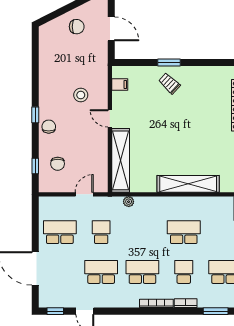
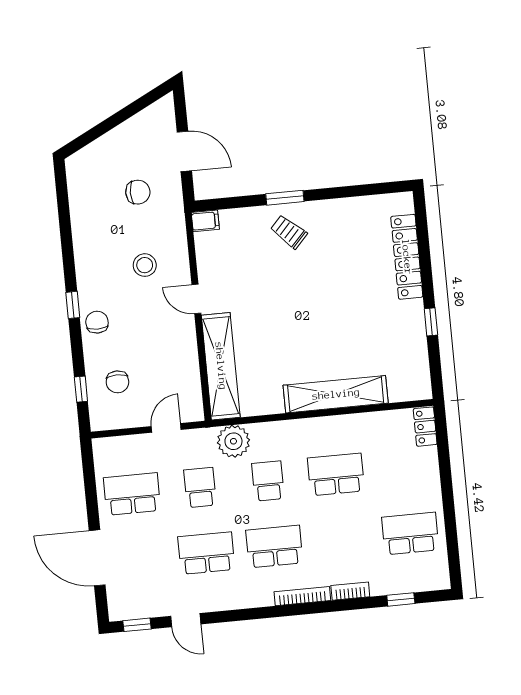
chair: (77, 27) -> (138, 192), moved
filing cabinet: (120, 85) -> (205, 221), moved
plant: (129, 202) -> (233, 441), width x1.88, depth x1.88
school desk: (184, 272) -> (268, 481), moved
window: (216, 311) -> (401, 599), width x0.67

